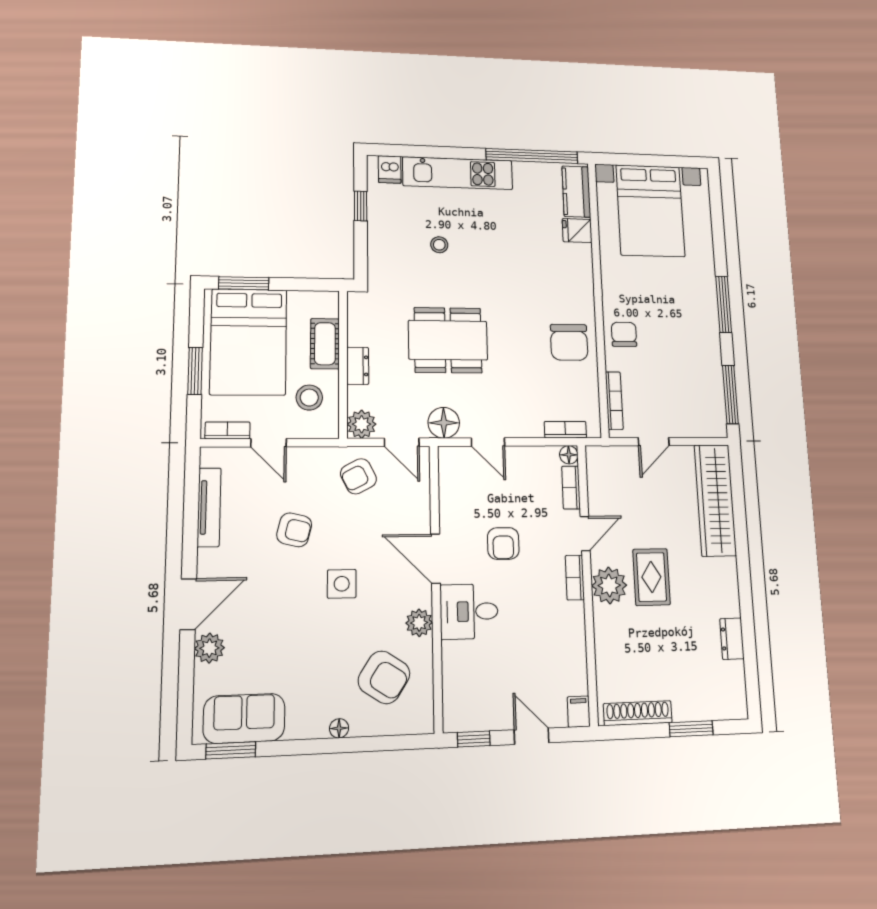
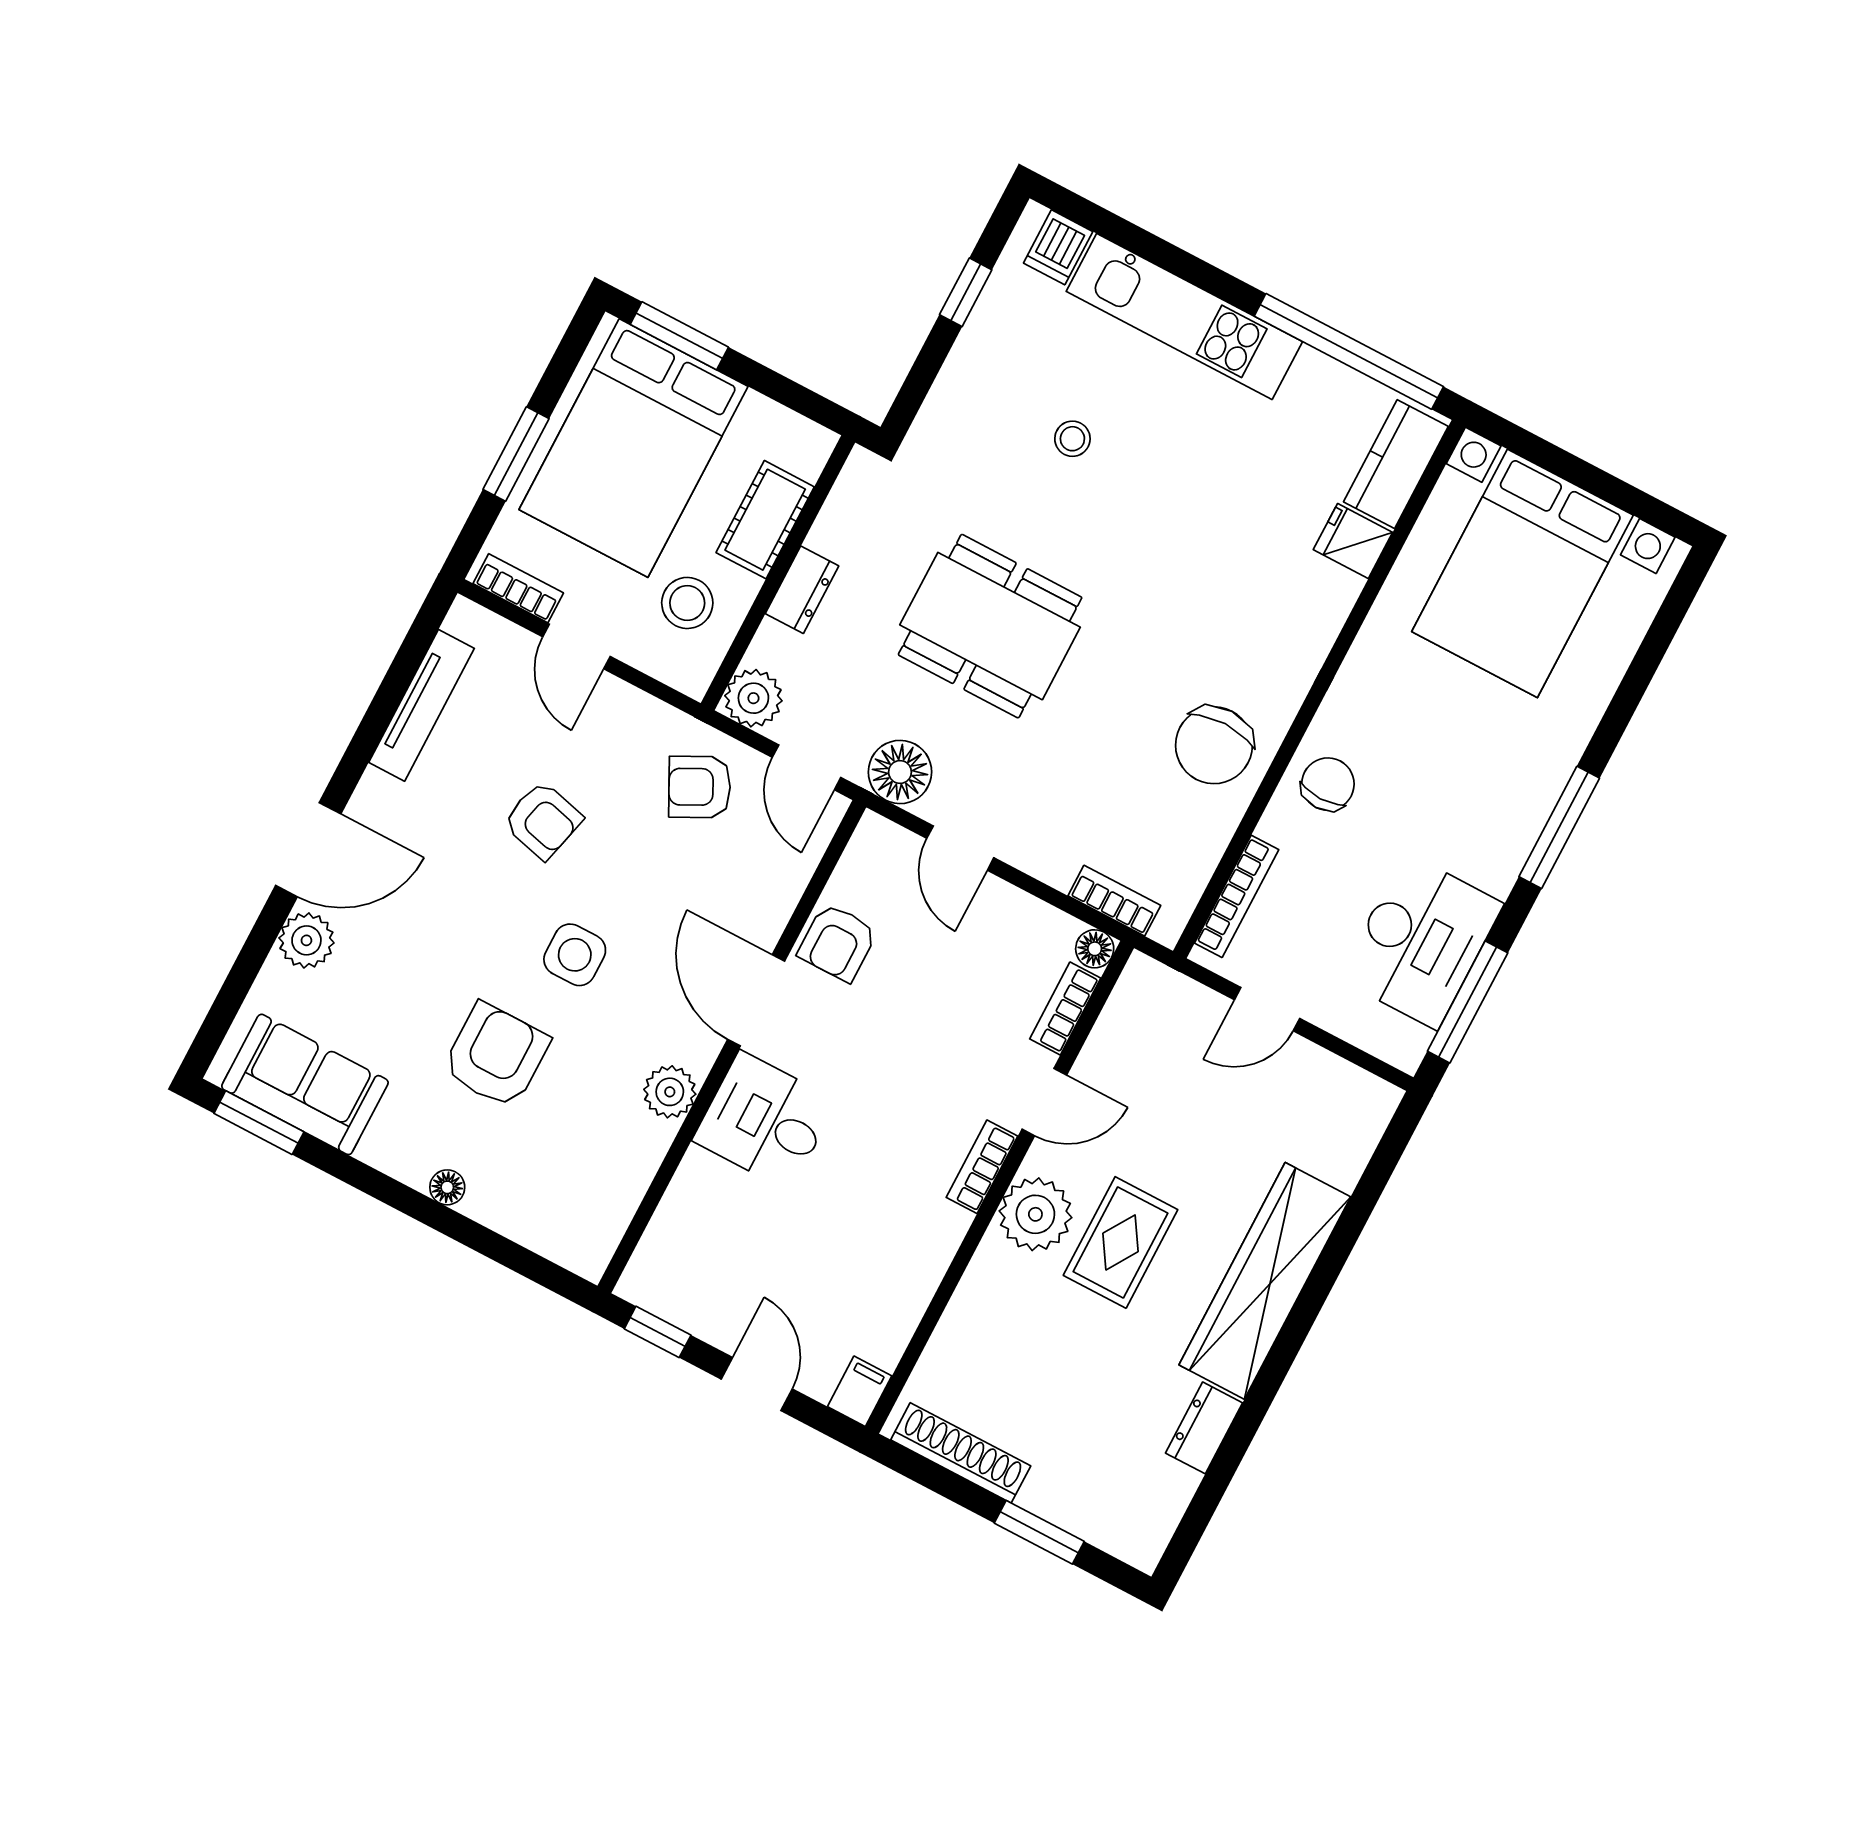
desk: (698, 379) -> (1421, 941), added
wardrobe: (715, 500) -> (1265, 1281), moved
armchair: (503, 543) -> (838, 942), moved
armchair: (384, 677) -> (496, 1055), moved, turned -123

